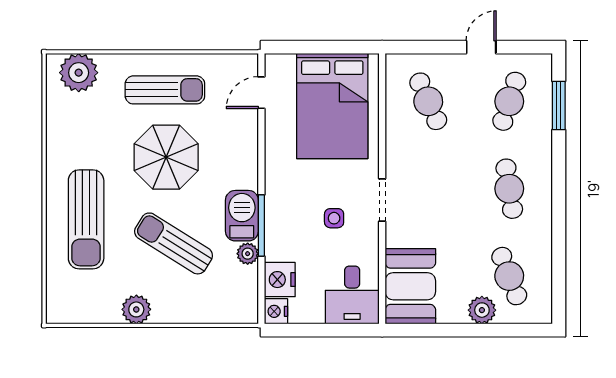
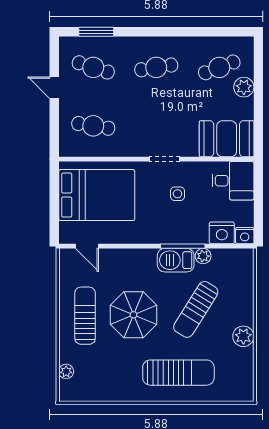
plant: (79, 73) -> (66, 371), width x0.53, depth x0.53
cafe table: (428, 101) -> (93, 126), turned 33

